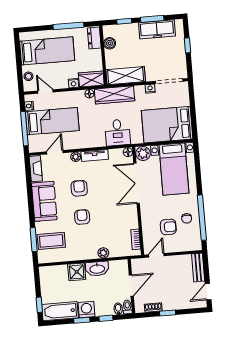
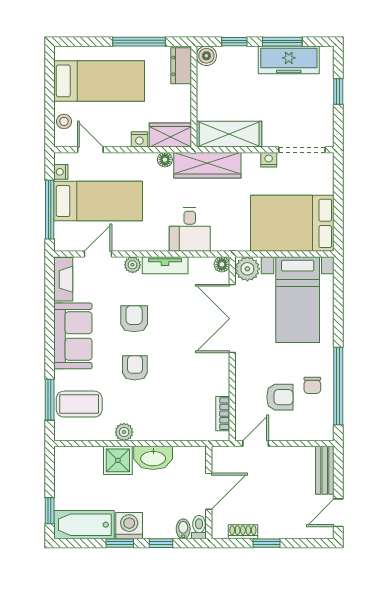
boiler: (110, 43) -> (206, 56), moved
desk: (118, 133) -> (190, 230), moved
plant: (103, 253) -> (124, 432), moved

